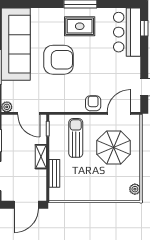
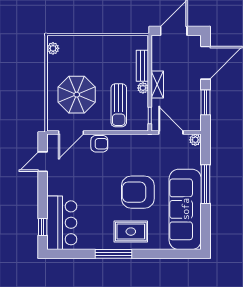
rug: (80, 26) -> (131, 232), moved
armchair: (93, 103) -> (99, 144), turned -90
plant: (54, 154) -> (143, 88), added

